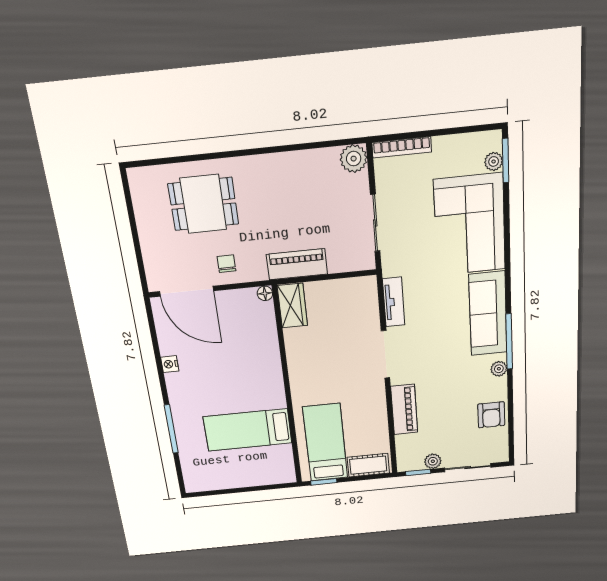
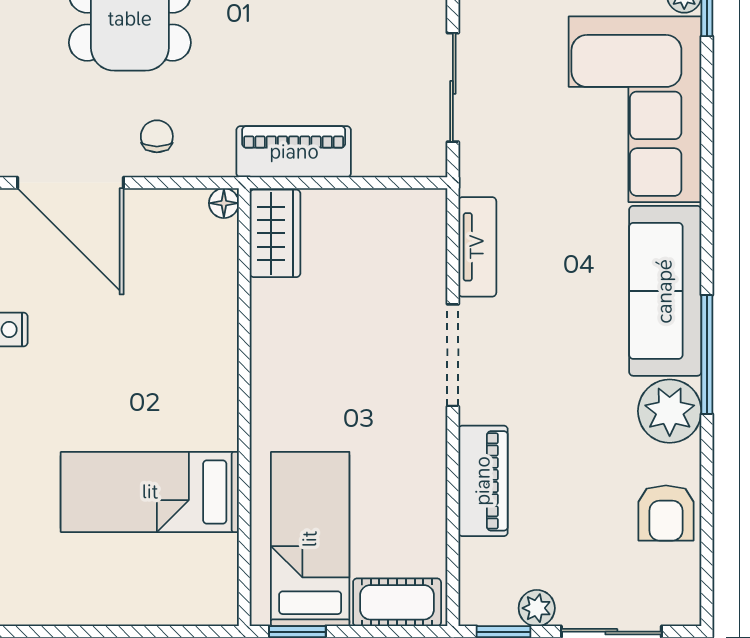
plant: (499, 369) -> (670, 411), width x1.87, depth x1.87

